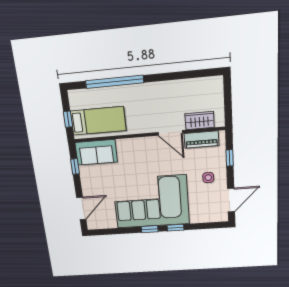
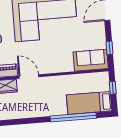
bed: (98, 121) -> (89, 103), moved

